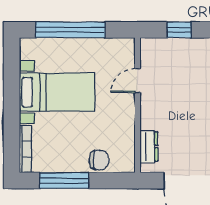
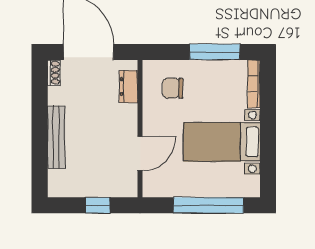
door: (138, 81) -> (140, 154), width x1.38
chair: (99, 160) -> (173, 88), moved

